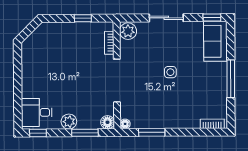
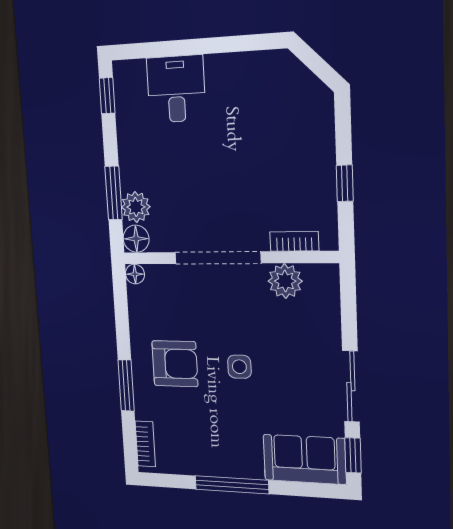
sliding door: (166, 18) -> (351, 387), moved
plant: (128, 31) -> (285, 281), moved
armchair: (170, 105) -> (175, 364), added
desk: (37, 112) -> (176, 89), moved
plant: (69, 122) -> (136, 207), moved
window: (152, 132) -> (126, 385), moved

